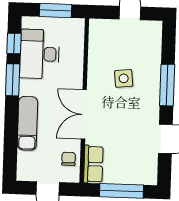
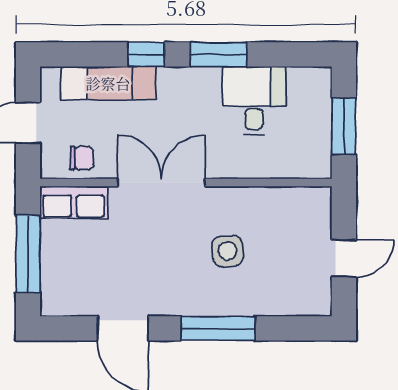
window: (14, 43) -> (146, 54), moved
desk: (40, 54) -> (254, 101), width x0.73
exam couch: (27, 123) -> (108, 83), moved

